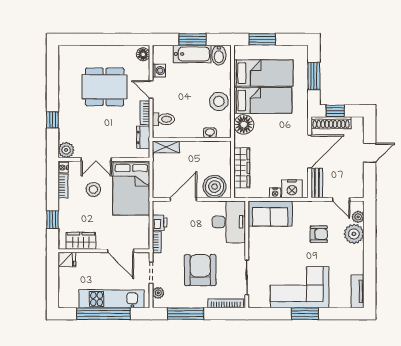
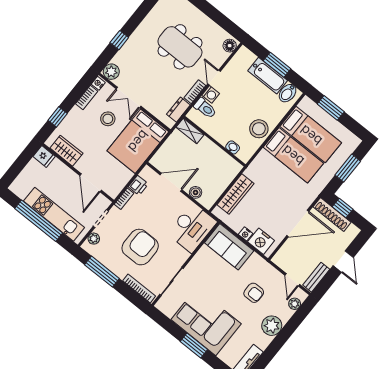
washing machine: (159, 71) -> (211, 94), moved
floor lamp: (244, 124) -> (264, 162), removed
door: (370, 153) -> (343, 262), hinge flipped
bench: (317, 183) -> (316, 277), moved
boiler: (215, 187) -> (196, 192), width x0.54, depth x0.54
plant: (354, 234) -> (272, 326), moved

